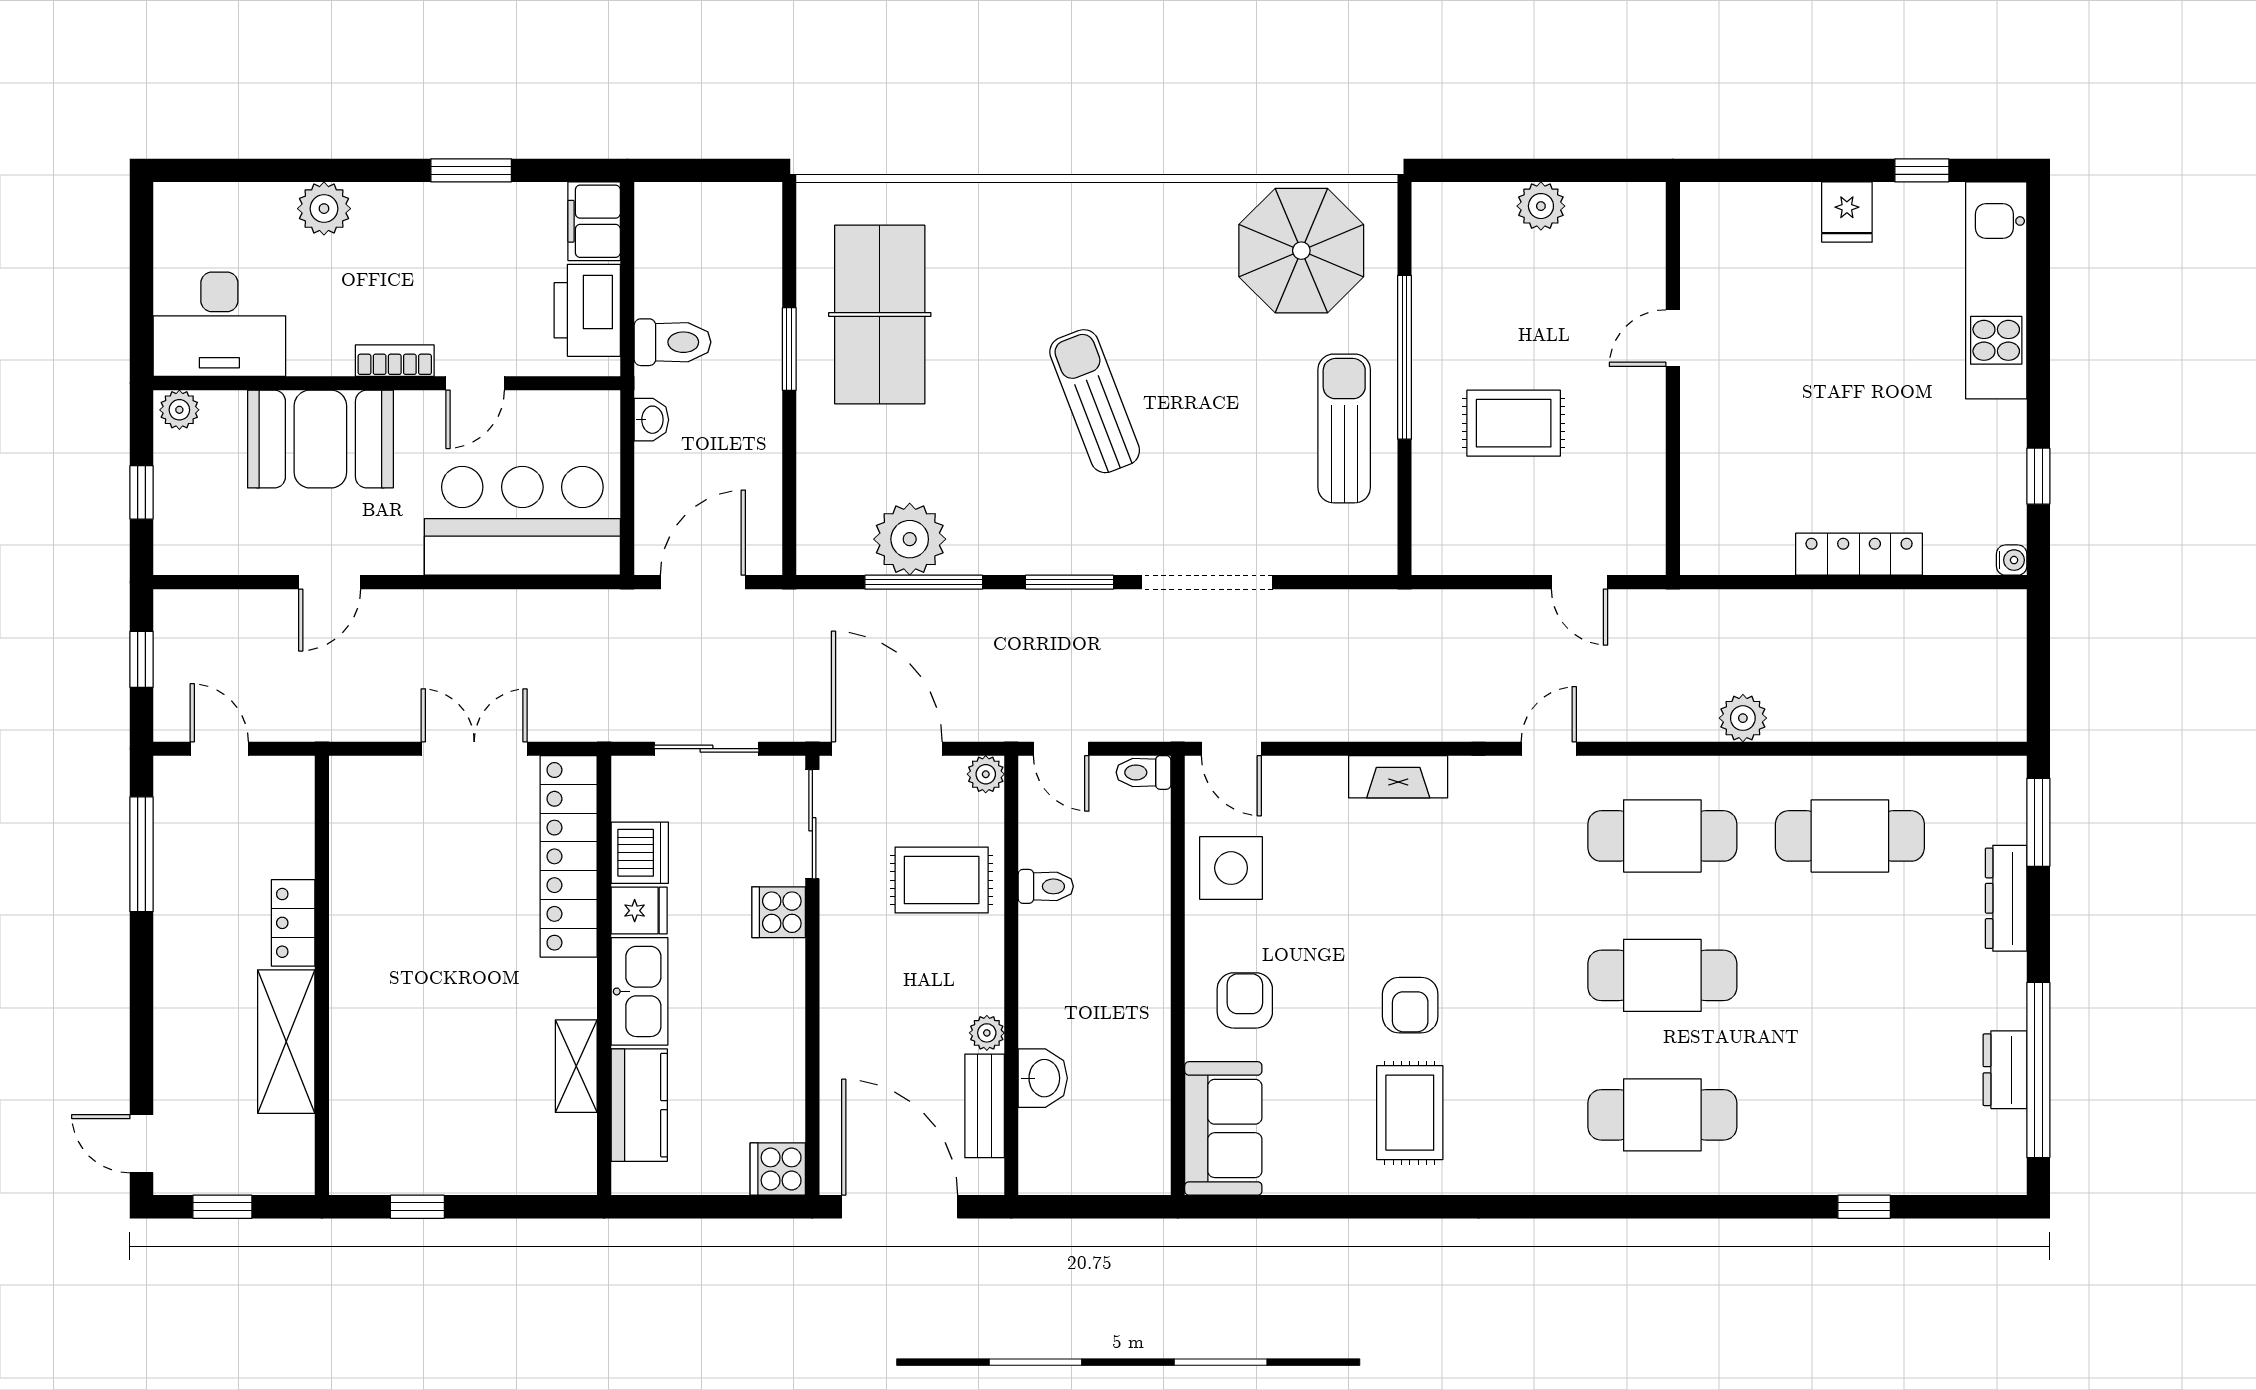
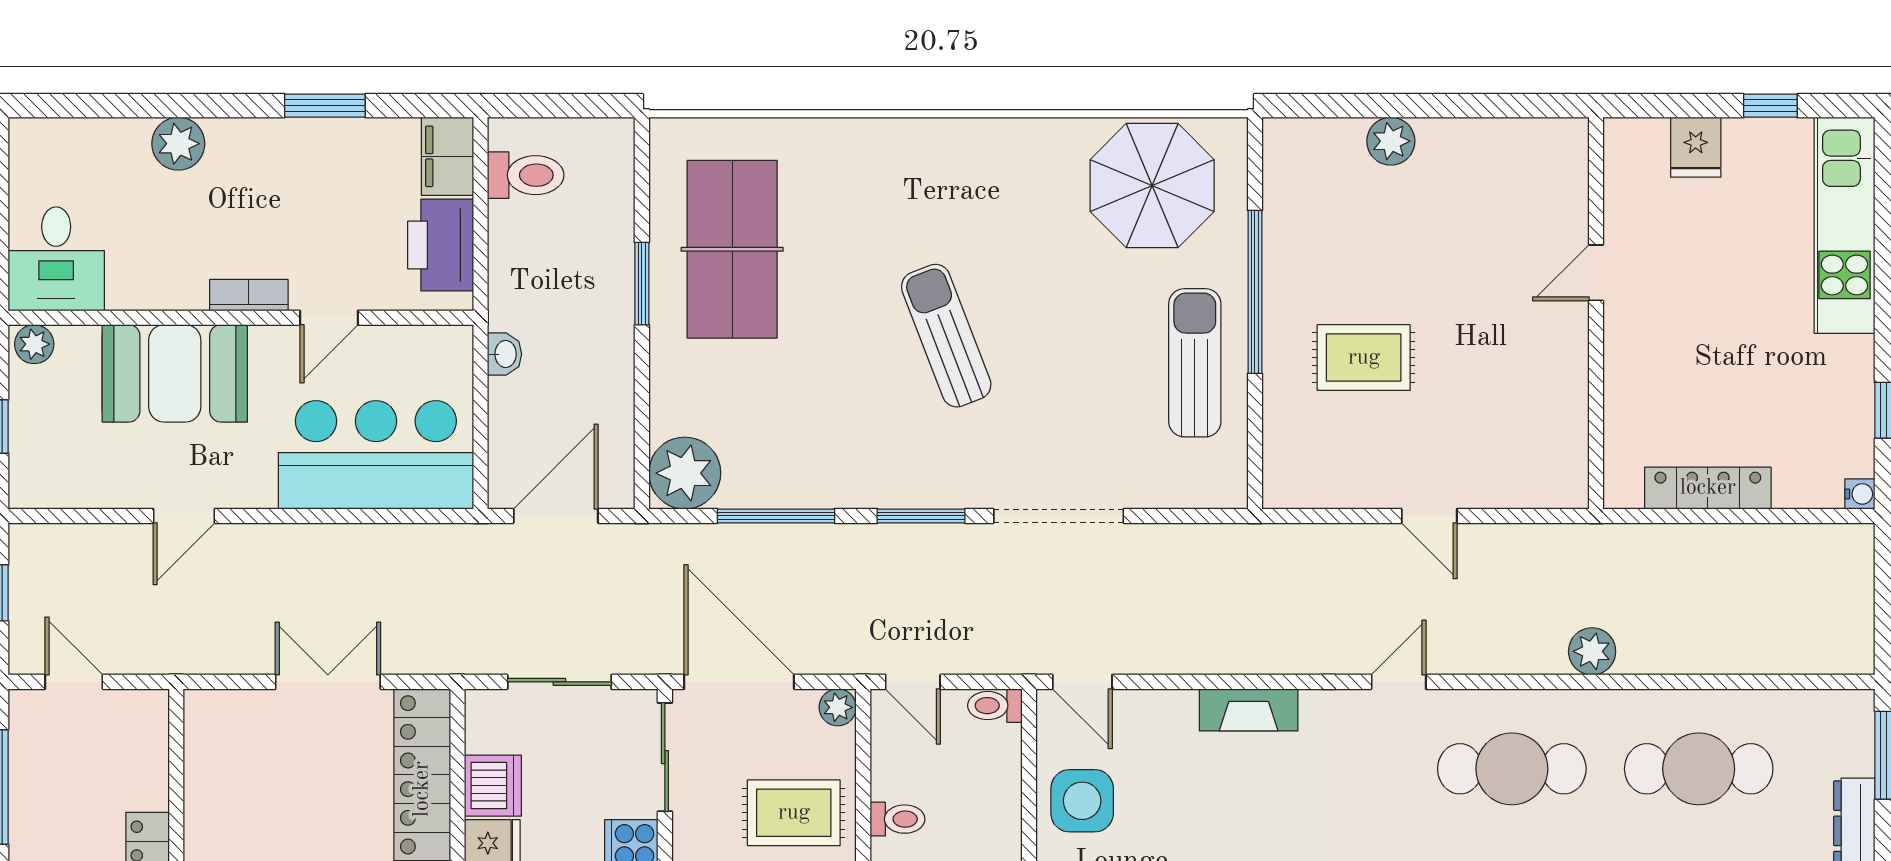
desk: (219, 324) -> (56, 259), width x0.73
door: (1673, 338) -> (1596, 273), moved
toilet: (673, 342) -> (526, 175), moved
wall: (1673, 379) -> (1596, 313), moved
plant: (910, 539) -> (685, 473), moved

